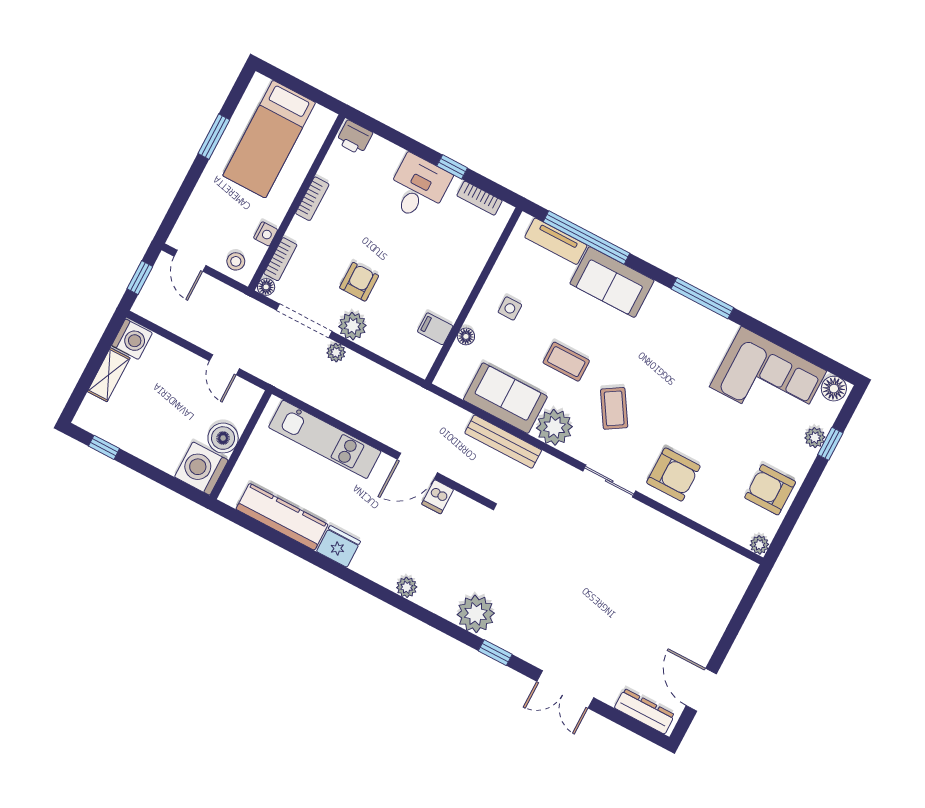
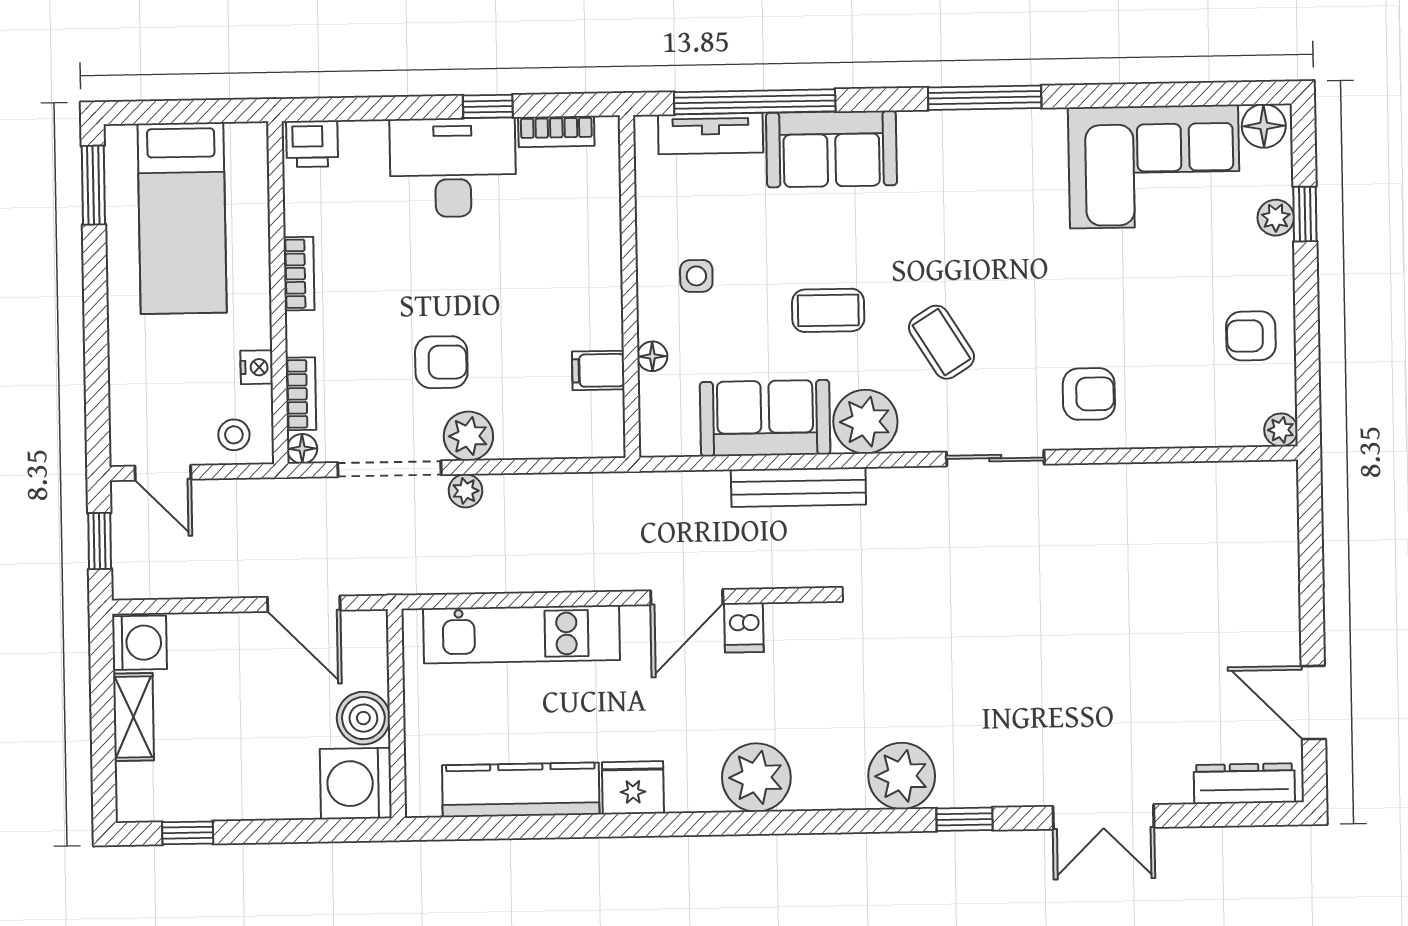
window: (214, 137) -> (93, 185), moved
desk: (418, 188) -> (453, 167), width x1.37
armchair: (359, 282) -> (441, 362), turned 90
door: (224, 365) -> (304, 604), width x1.37
armchair: (673, 474) -> (1089, 394), width x0.72, depth x0.72
armchair: (770, 490) -> (1251, 336), width x0.72, depth x0.72
plant: (407, 587) -> (756, 777), width x1.87, depth x1.87

